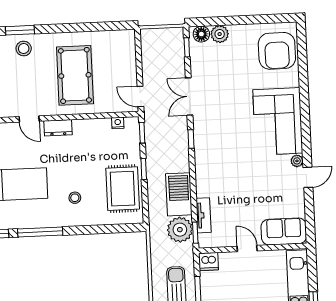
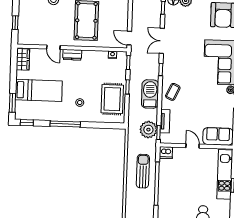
coffee table: (212, 171) -> (173, 92), added
barbecue: (179, 194) -> (150, 94), moved
window: (40, 232) -> (65, 124), moved

